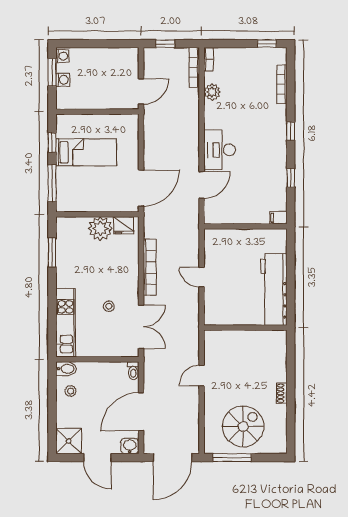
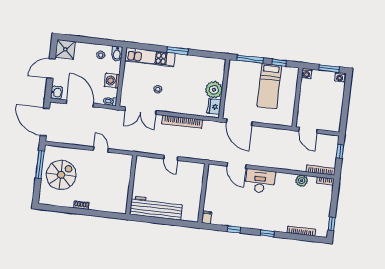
washing machine: (63, 80) -> (307, 73), moved
window: (52, 252) -> (177, 51), moved
door: (202, 277) -> (171, 158), swing flipped
washing machine: (104, 371) -> (112, 81), added
spiral stairs: (243, 426) -> (61, 175), turned -90

